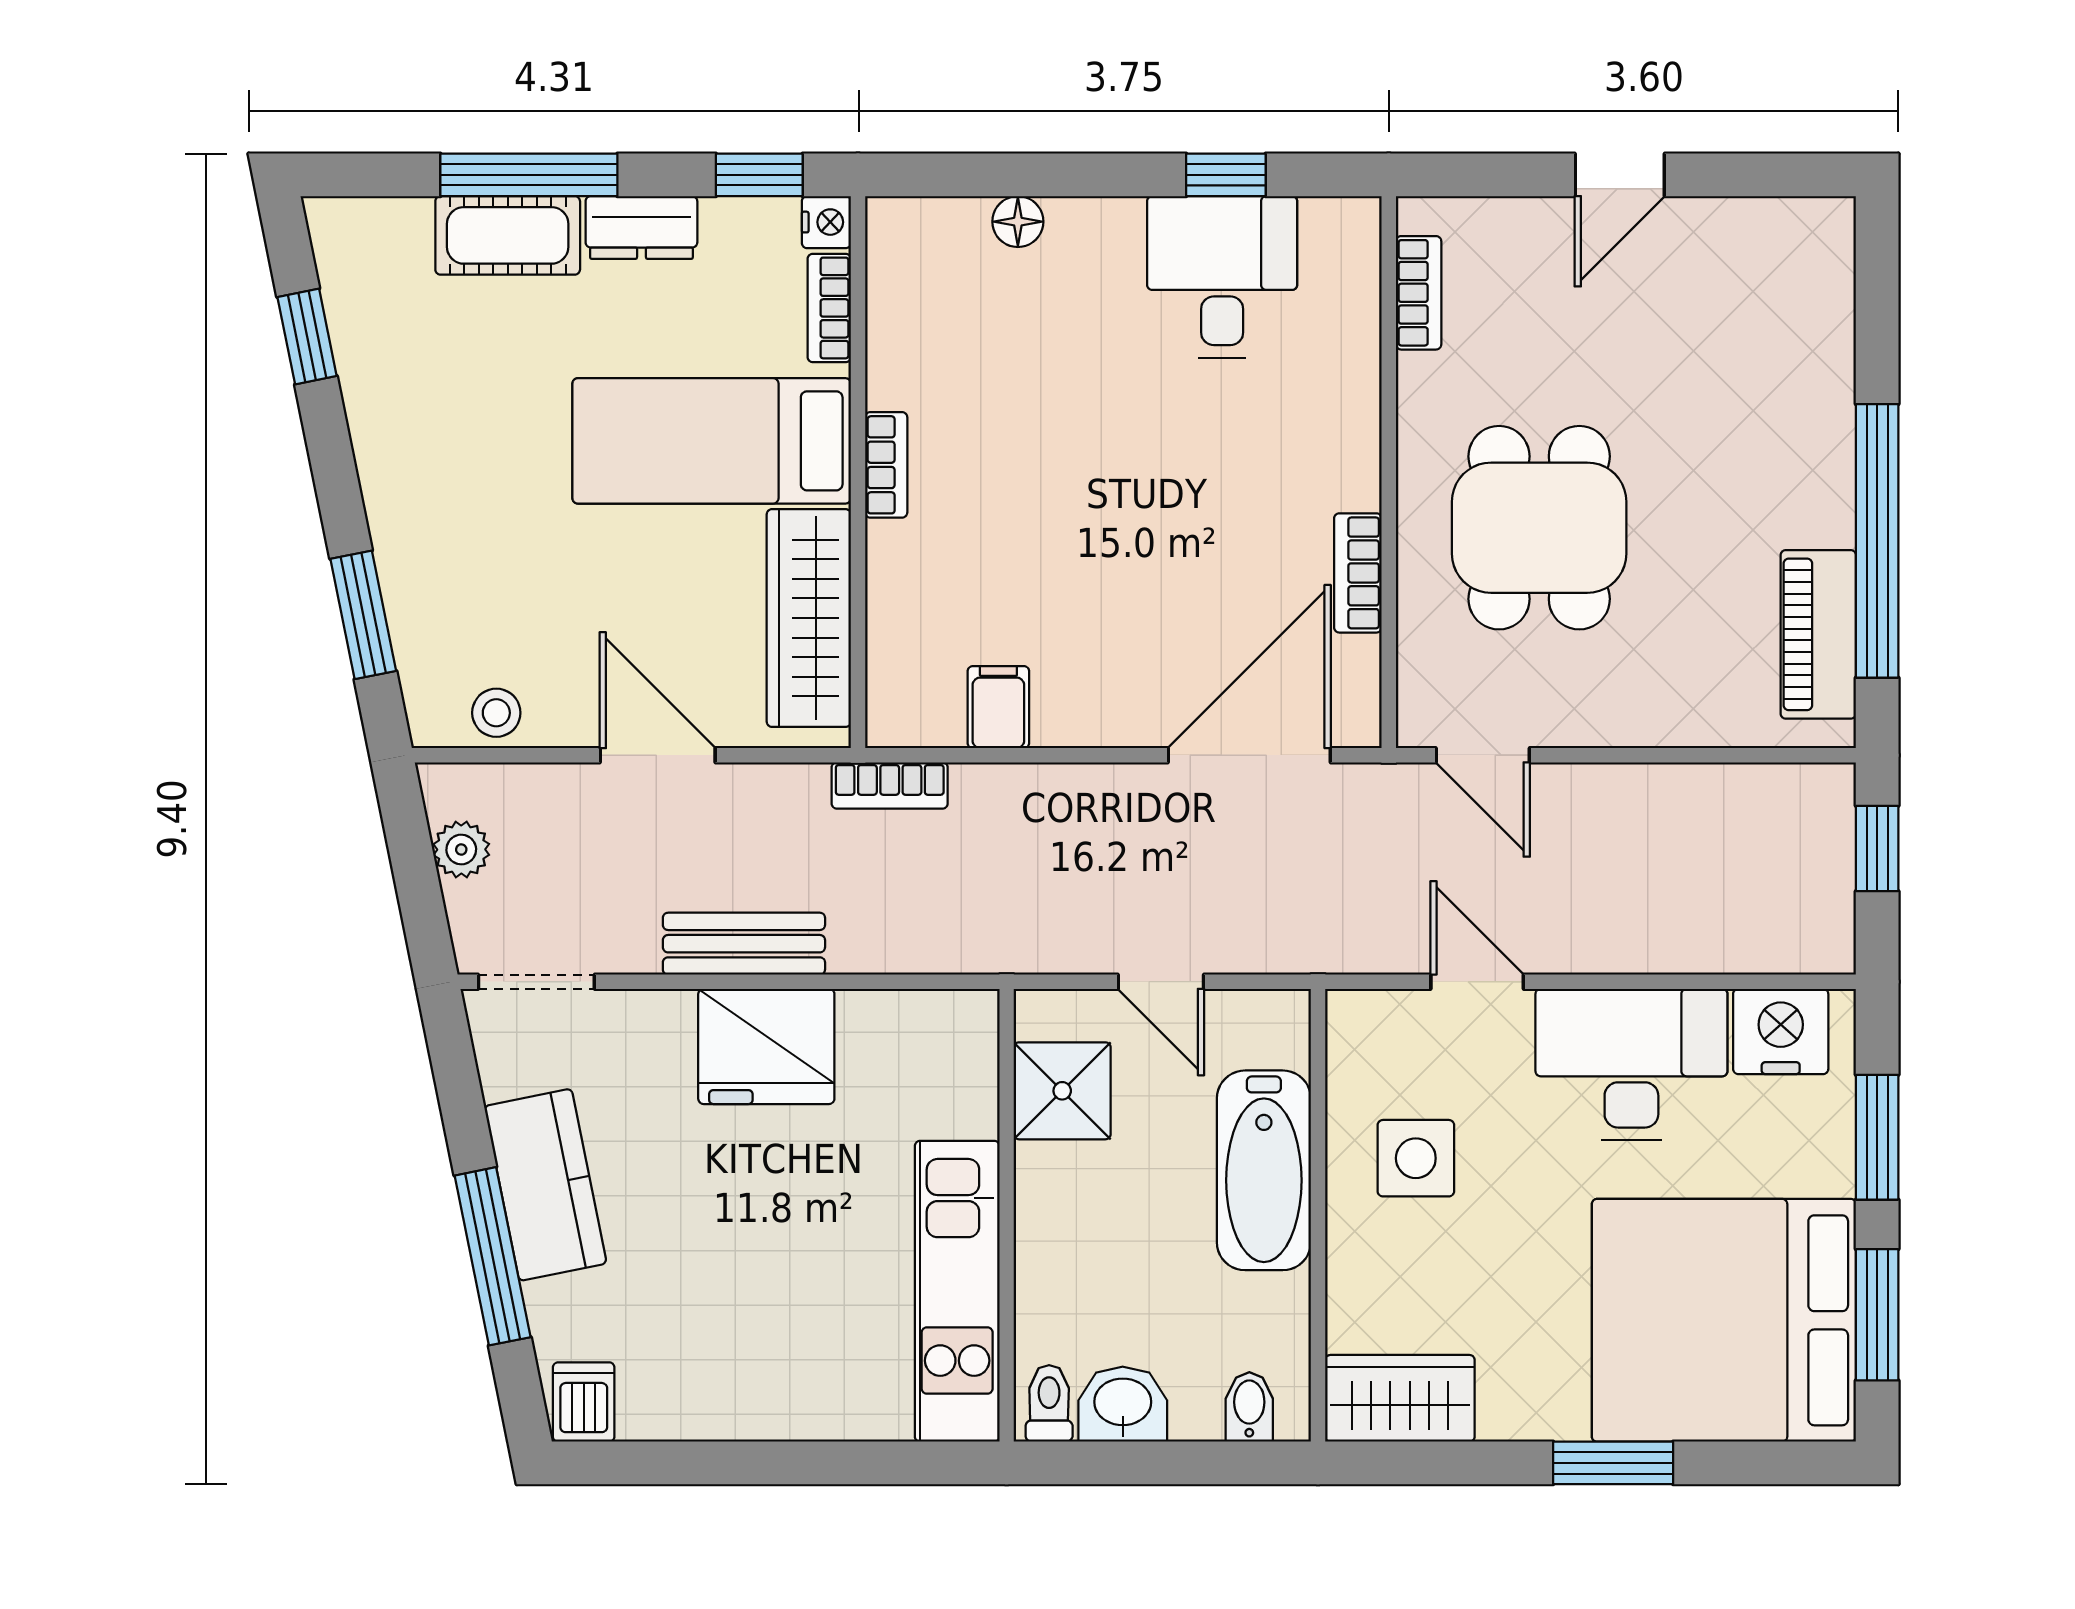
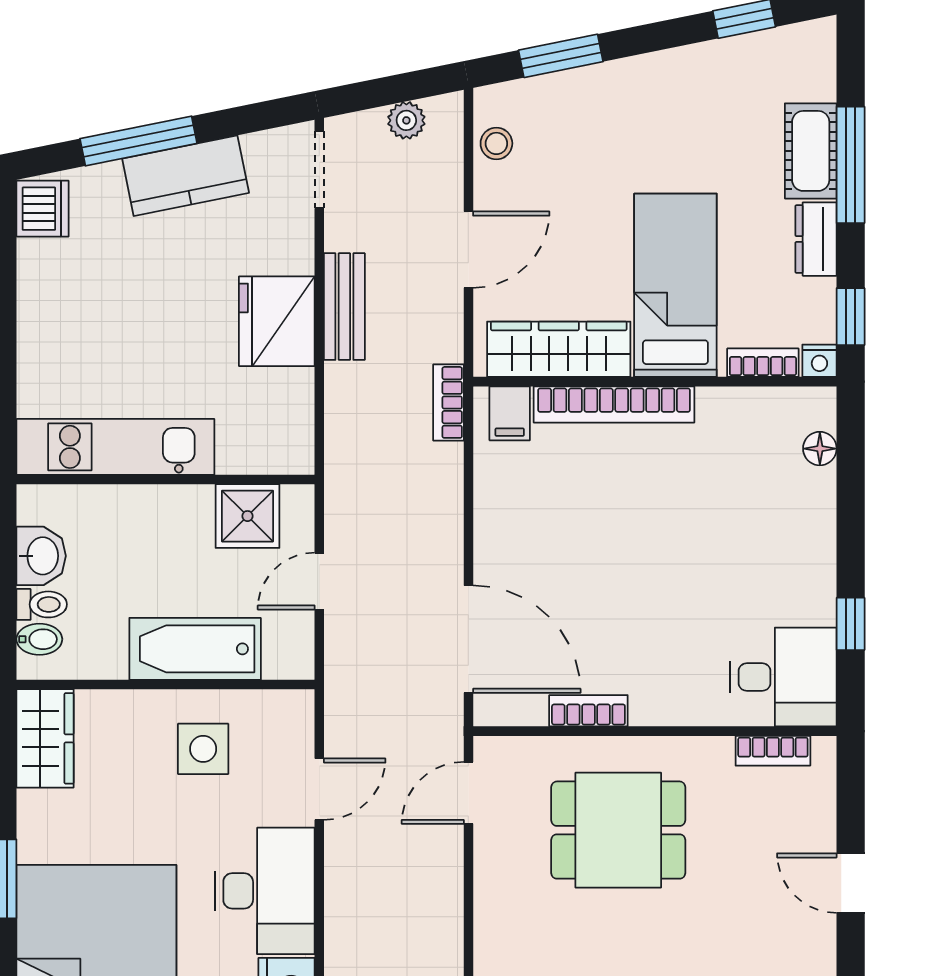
floor lamp: (1018, 222) -> (820, 449), moved
desk: (1222, 277) -> (783, 677), moved
bookcase: (886, 465) -> (614, 404), width x2.31, depth x1.31
filing cabinet: (998, 707) -> (510, 413), moved, turned 90
dishwasher: (584, 1402) -> (43, 209), width x1.38
toilet: (1049, 1403) -> (42, 604), moved

